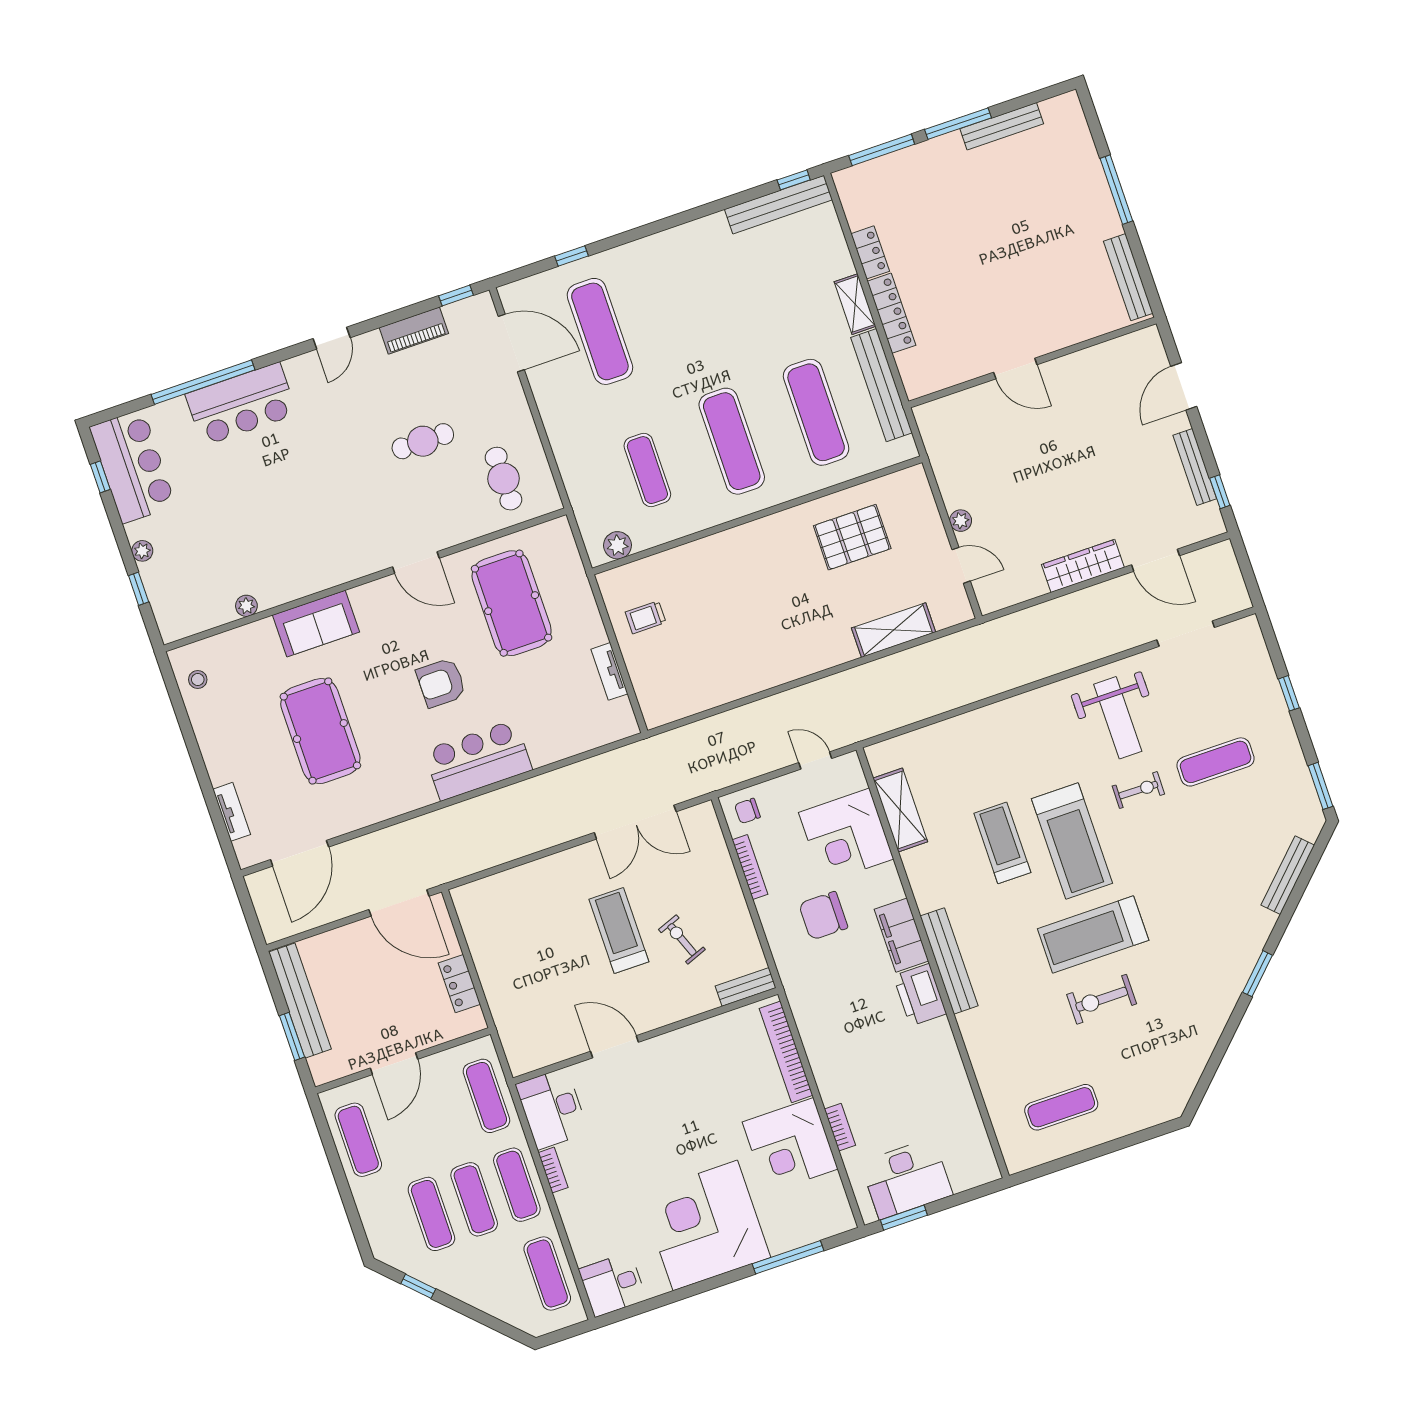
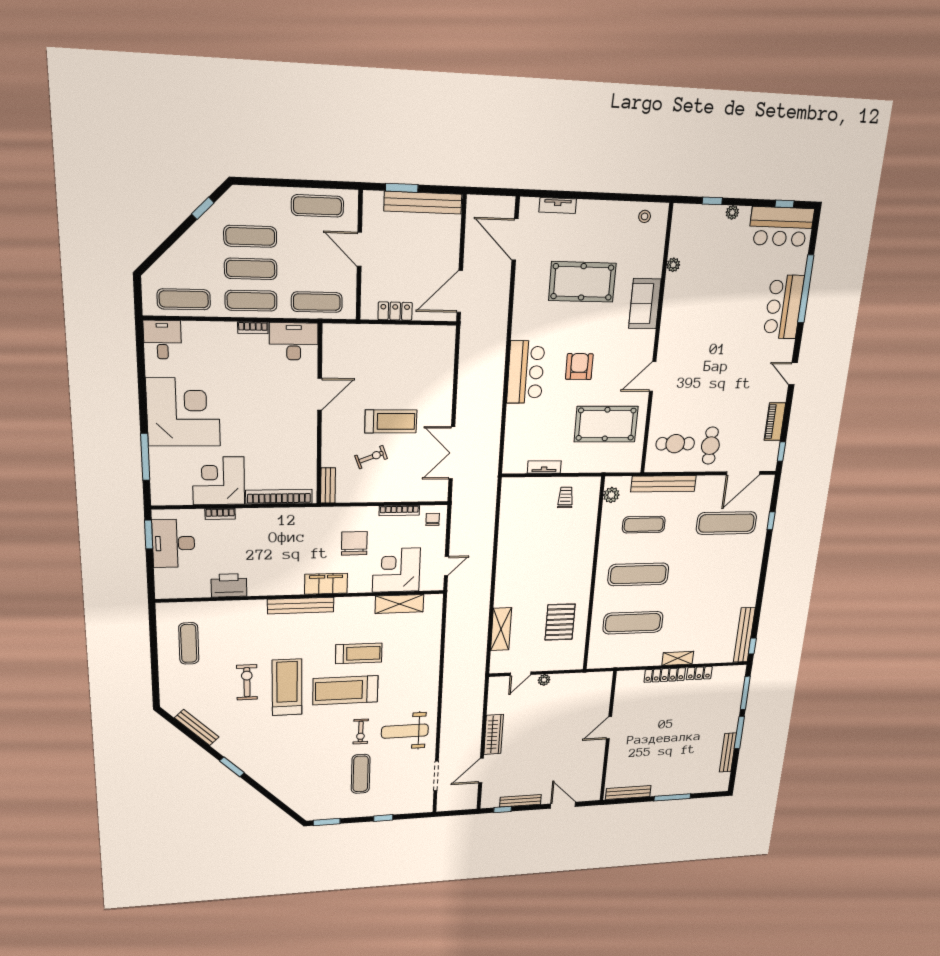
bench: (882, 385) -> (664, 484), moved
cafe table: (423, 441) -> (710, 446), moved
bench: (1288, 875) -> (197, 728), moved
printer: (920, 995) -> (229, 585), moved

